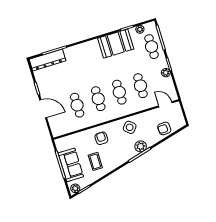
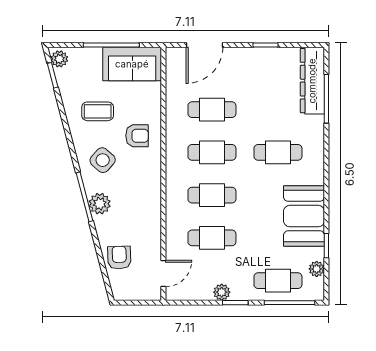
cafe table: (88, 66) -> (278, 152), added
door: (43, 109) -> (205, 45), moved
side table: (130, 127) -> (103, 160), moved
sofa: (71, 165) -> (132, 64), moved

